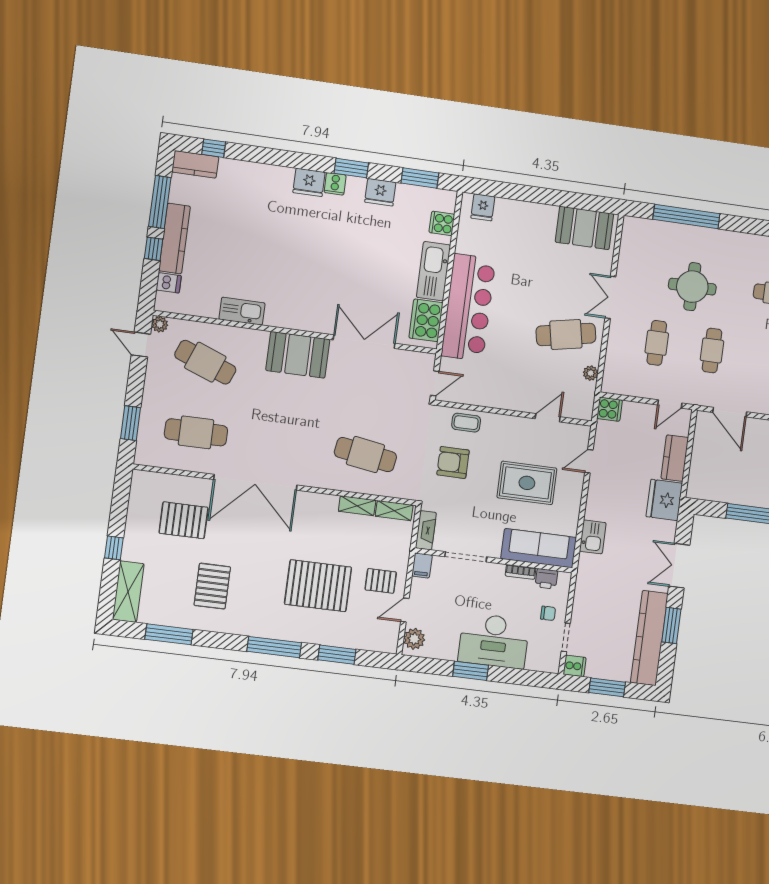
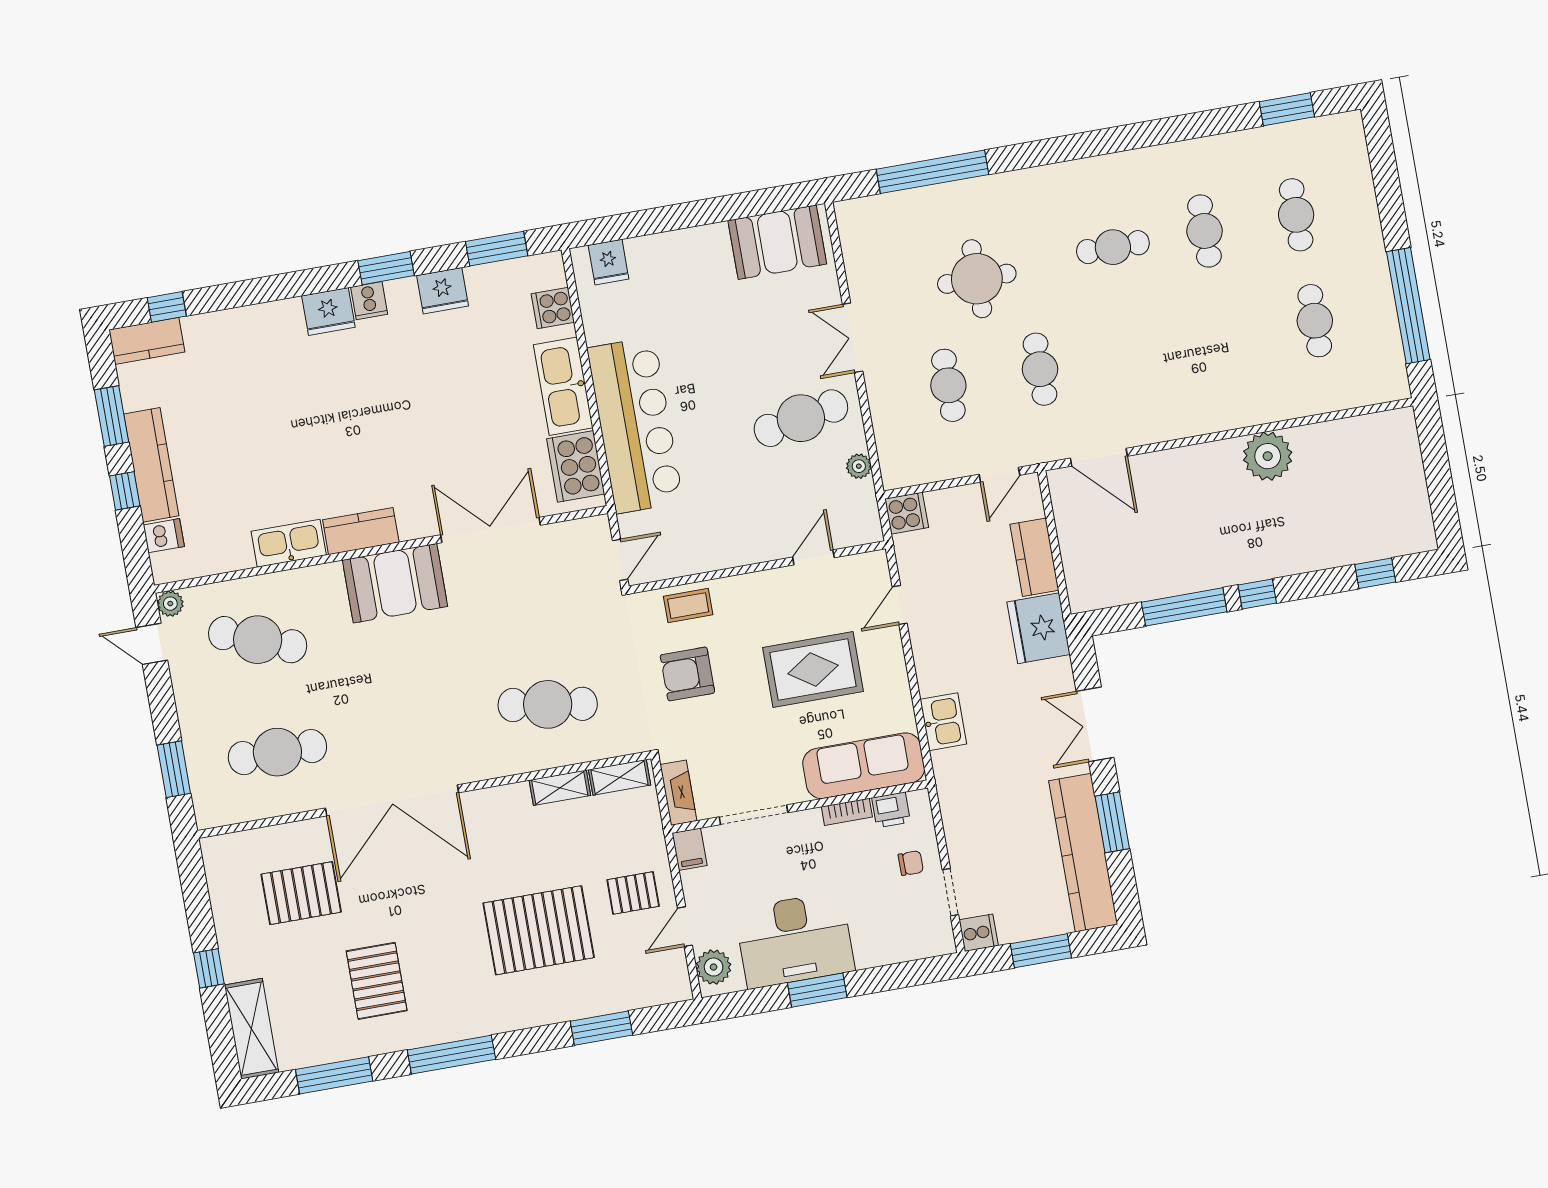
window: (160, 202) -> (111, 416), width x0.69
kitchen counter: (287, 318) -> (361, 531), added
desk: (494, 641) -> (795, 940), moved
window: (274, 647) -> (451, 1055), moved

